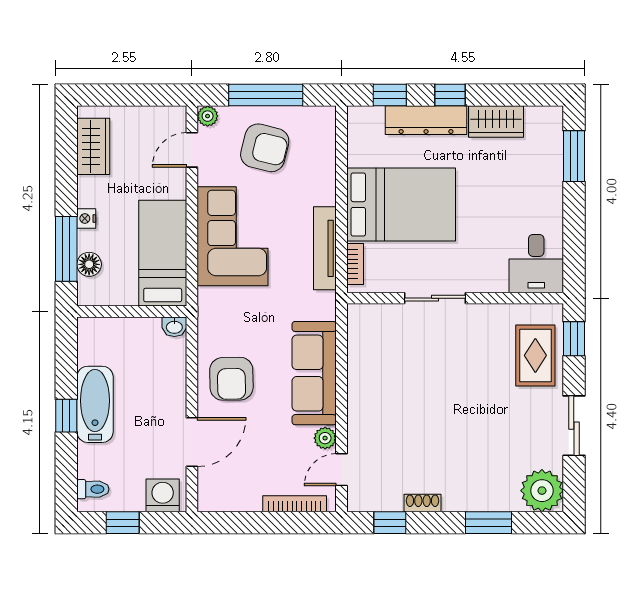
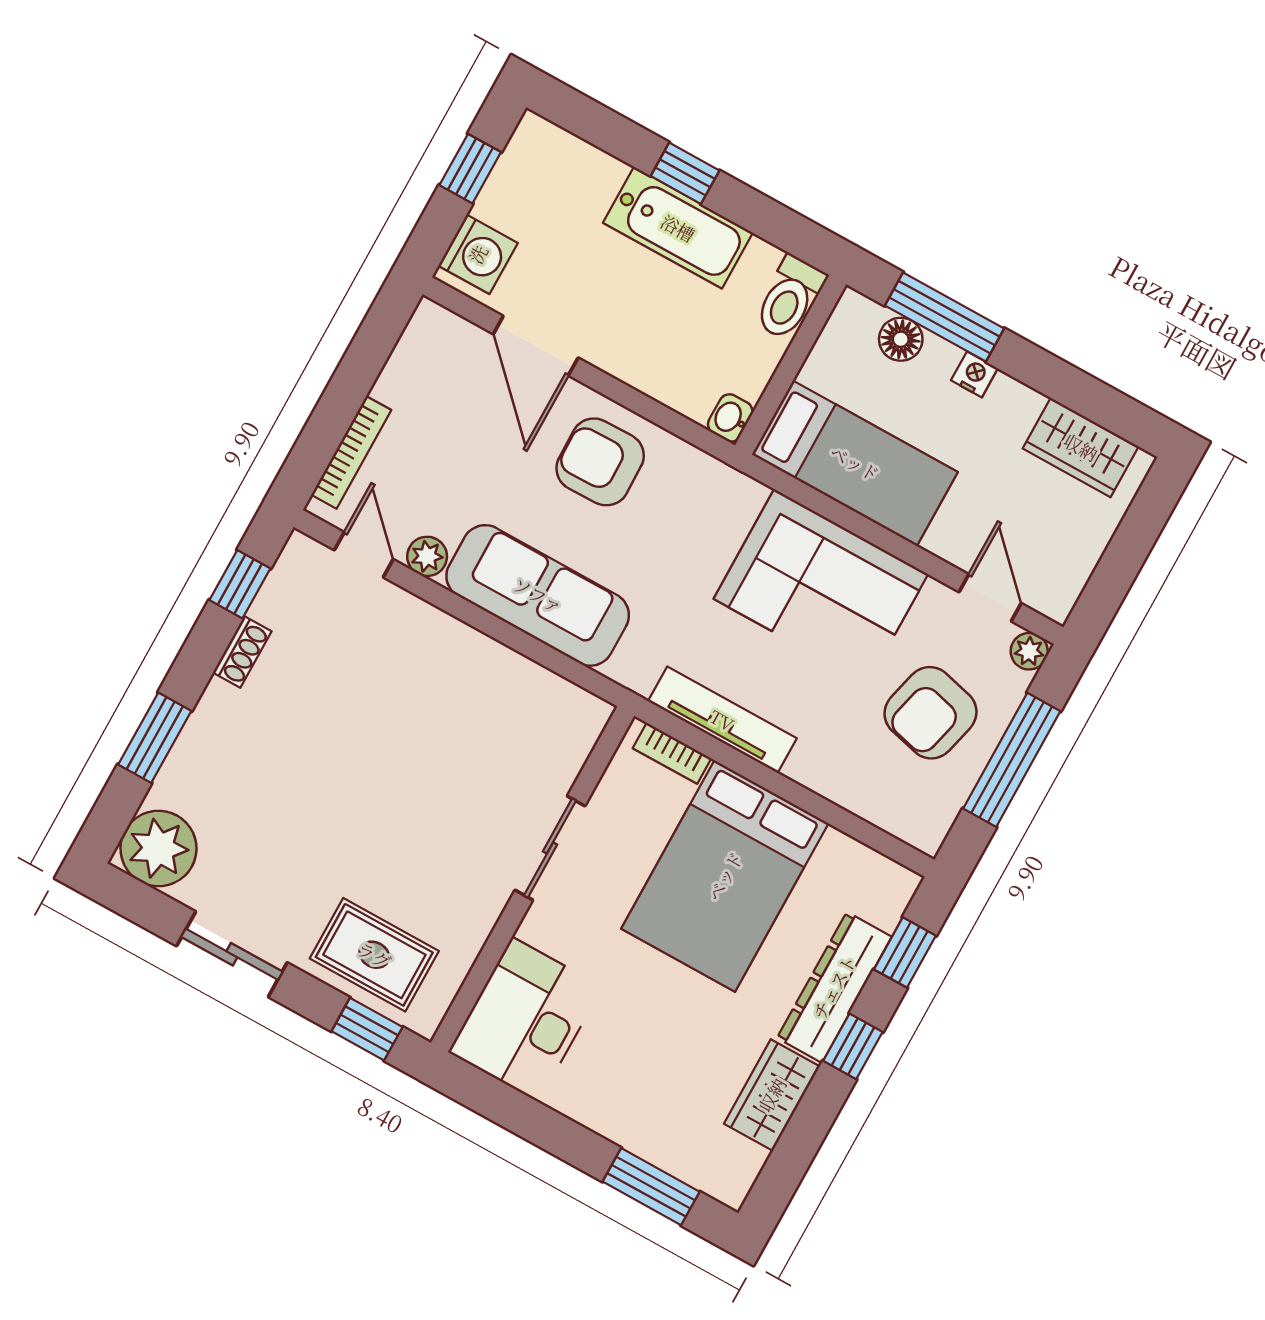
desk: (536, 264) -> (525, 1019), width x1.37
toilet: (93, 489) -> (790, 298), moved, width x1.37, depth x1.39

